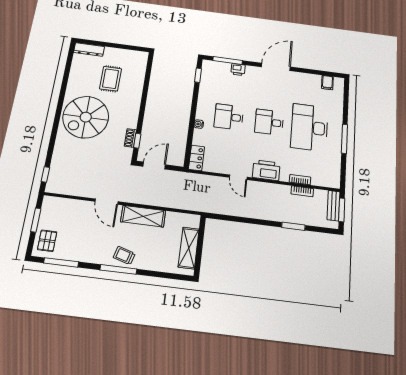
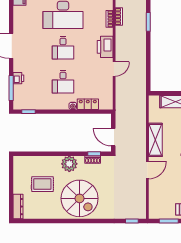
plant: (130, 111) -> (69, 164), added
locker: (196, 158) -> (88, 104), moved

